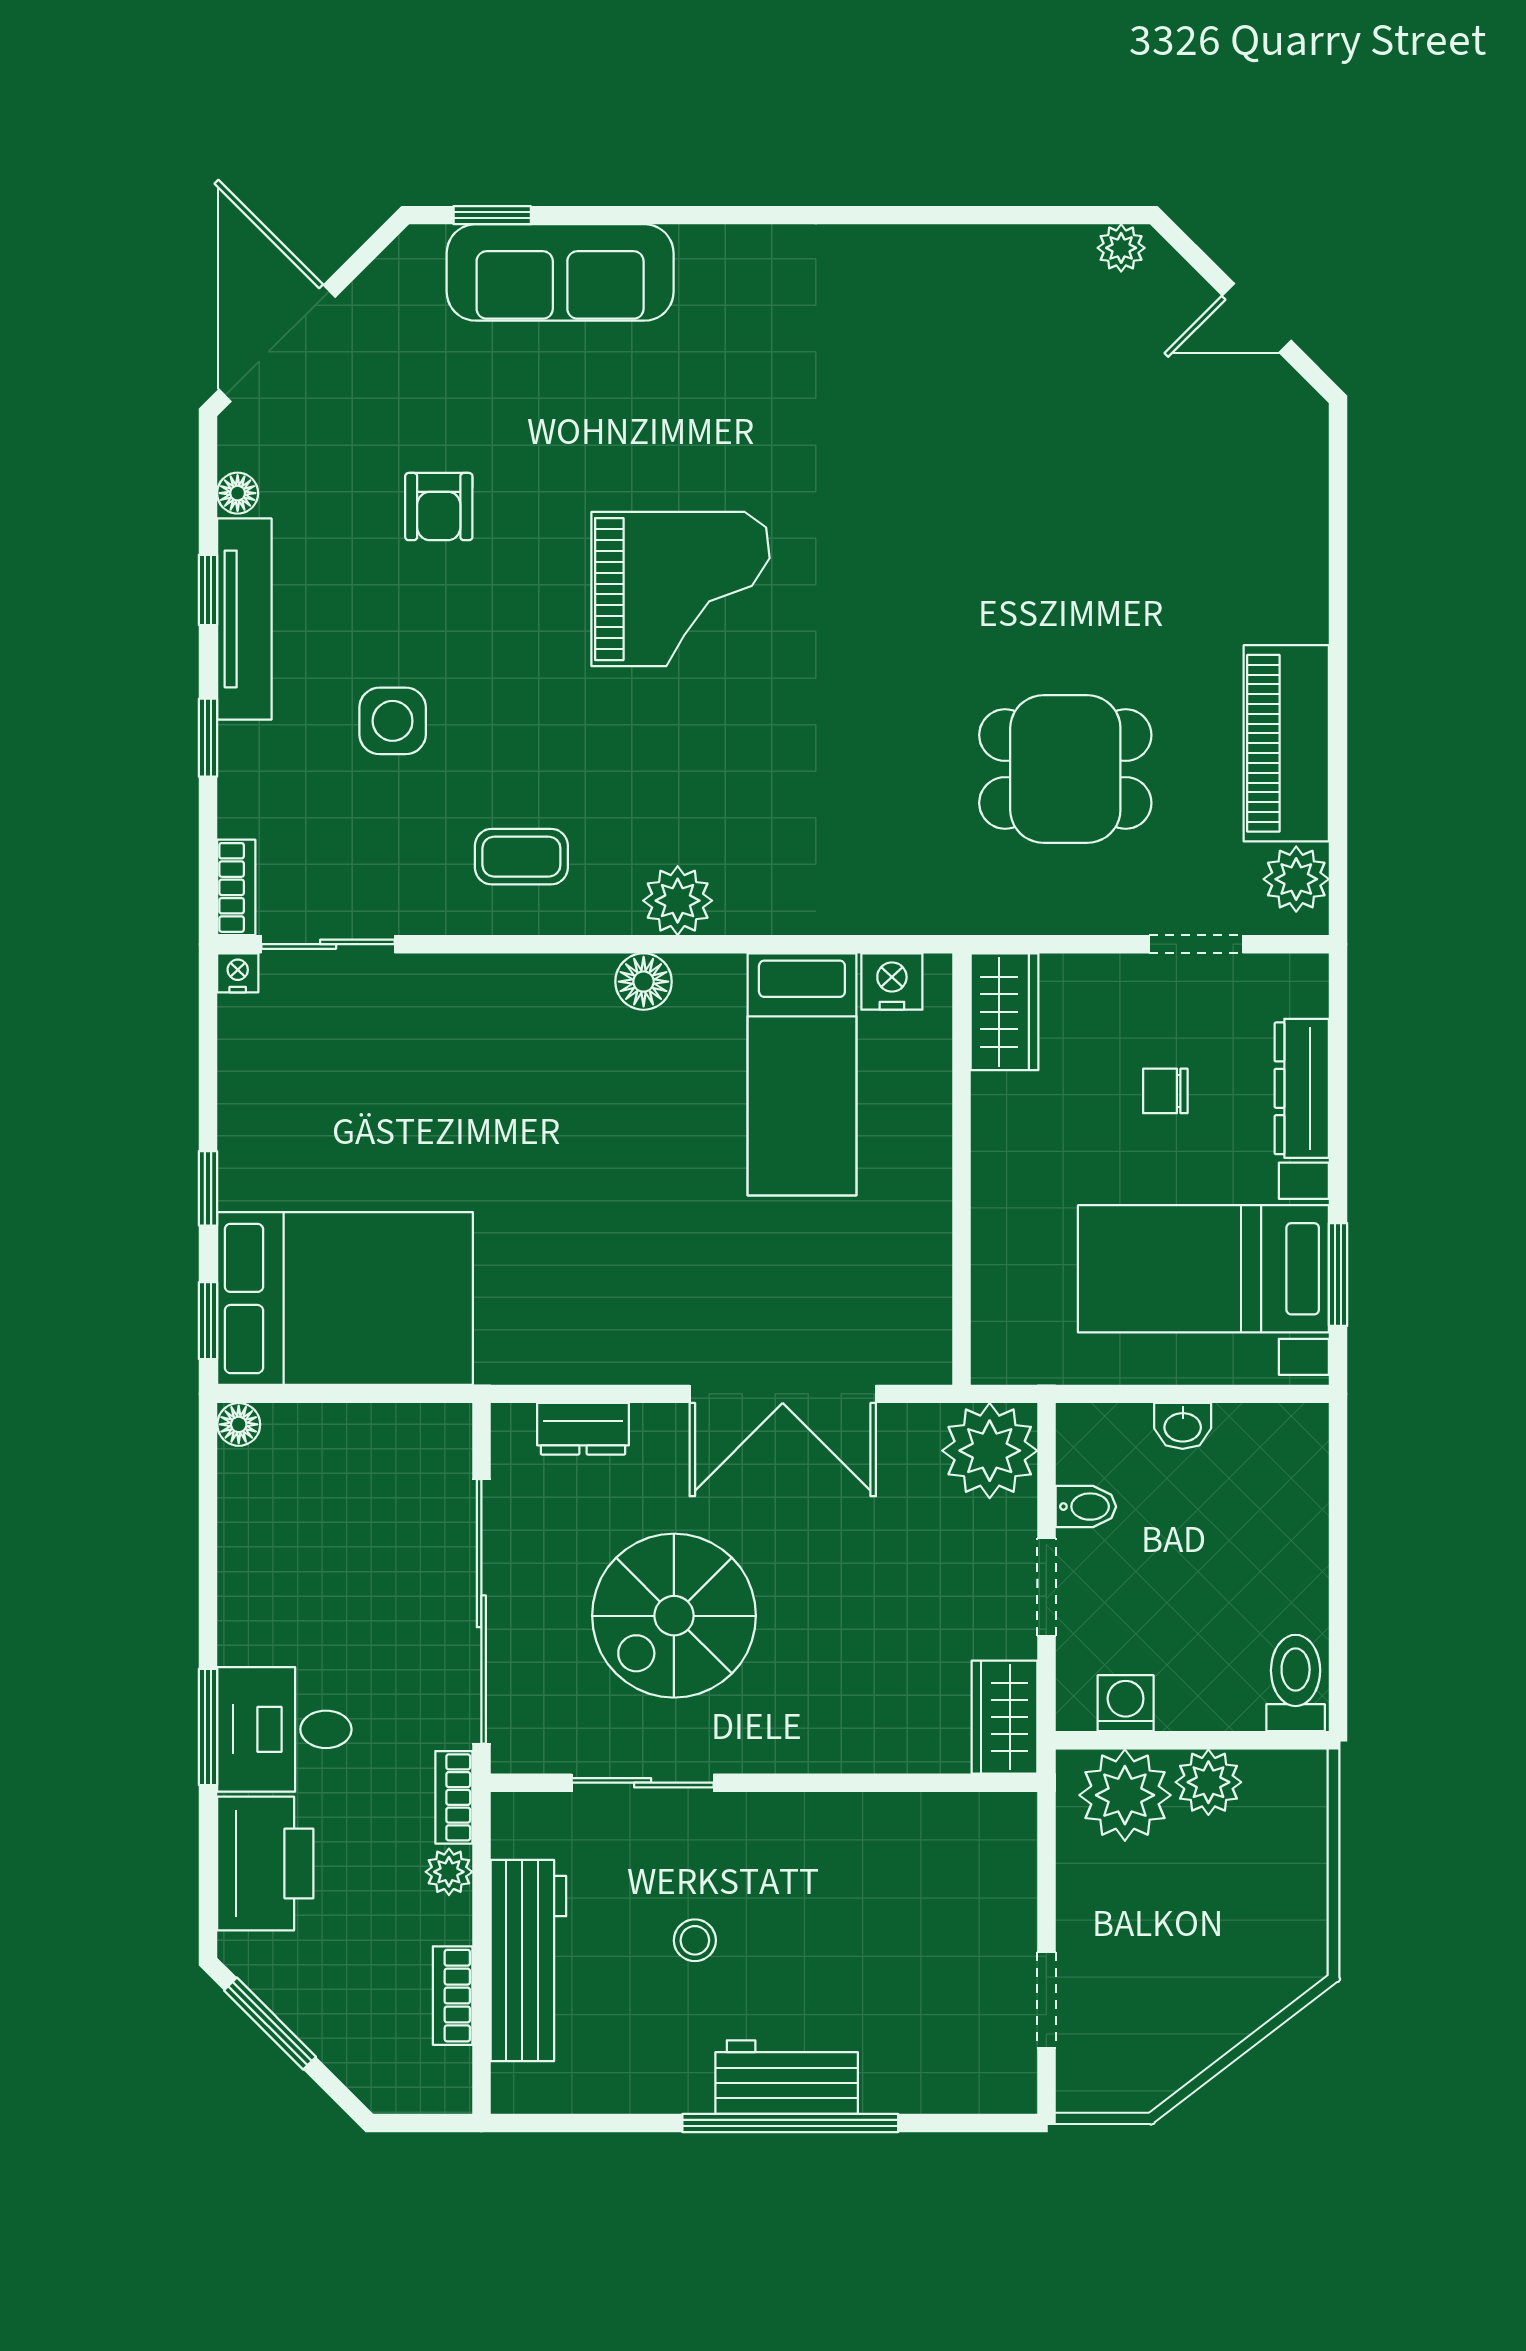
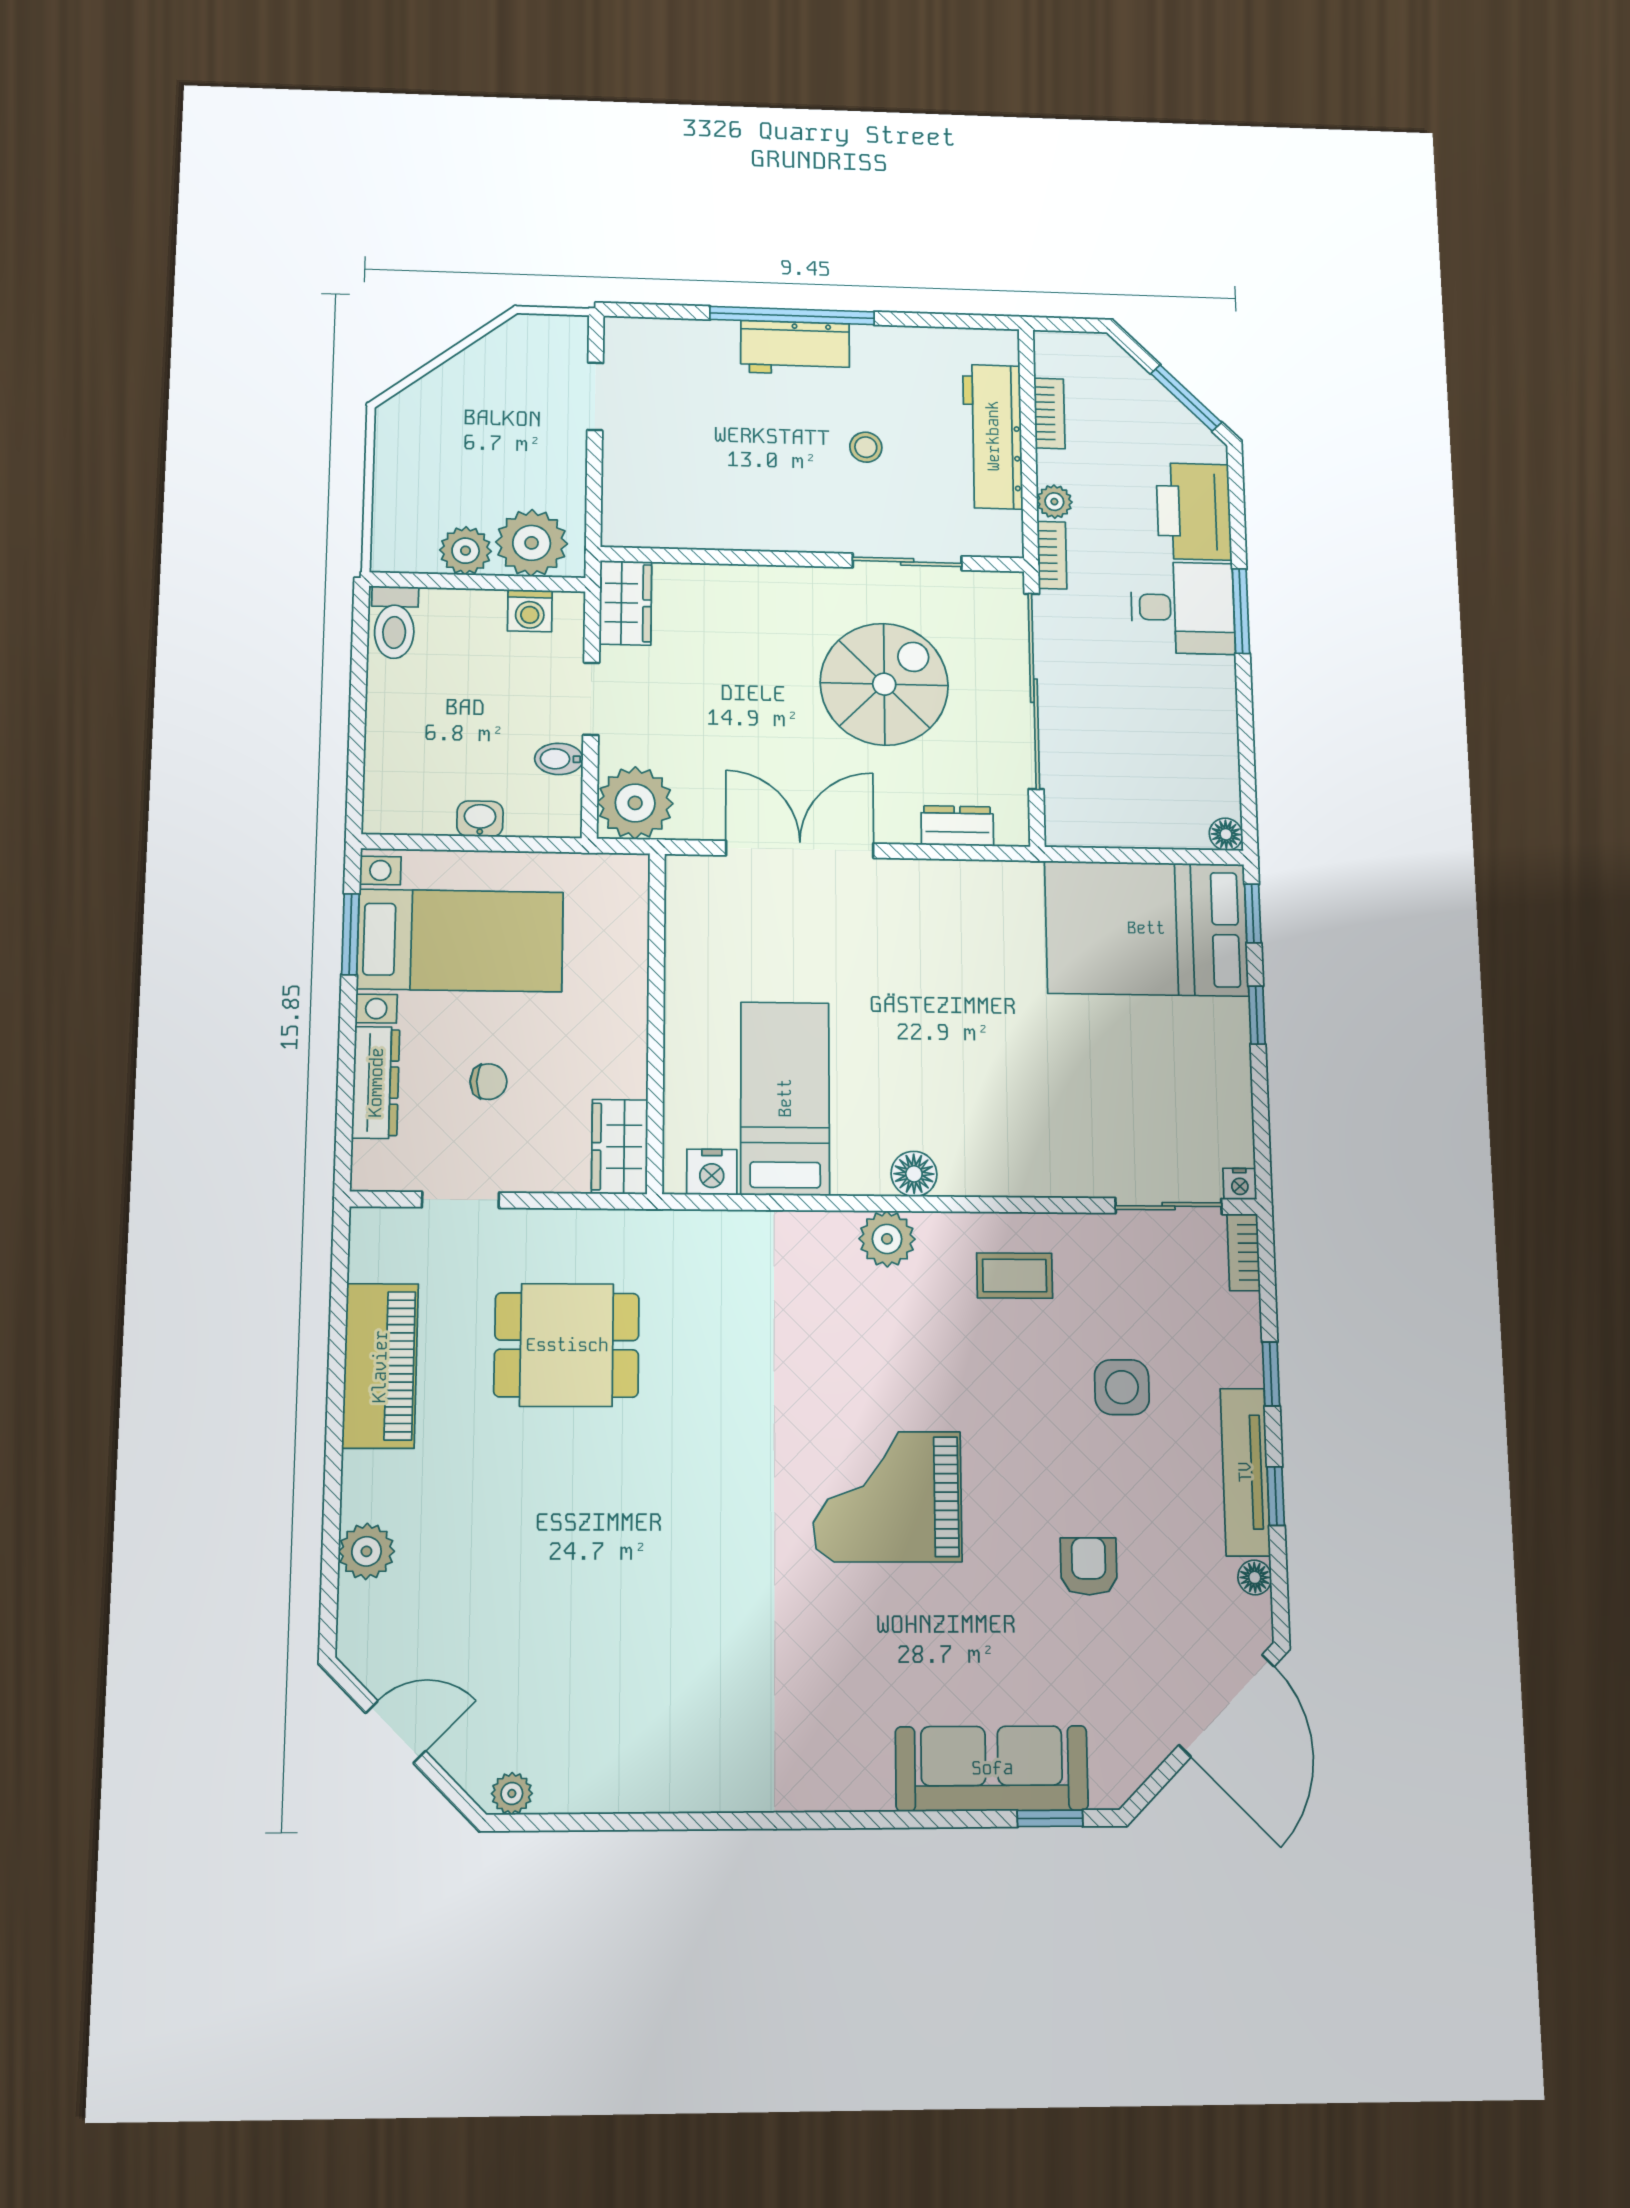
plant: (1296, 879) -> (366, 1551), moved

